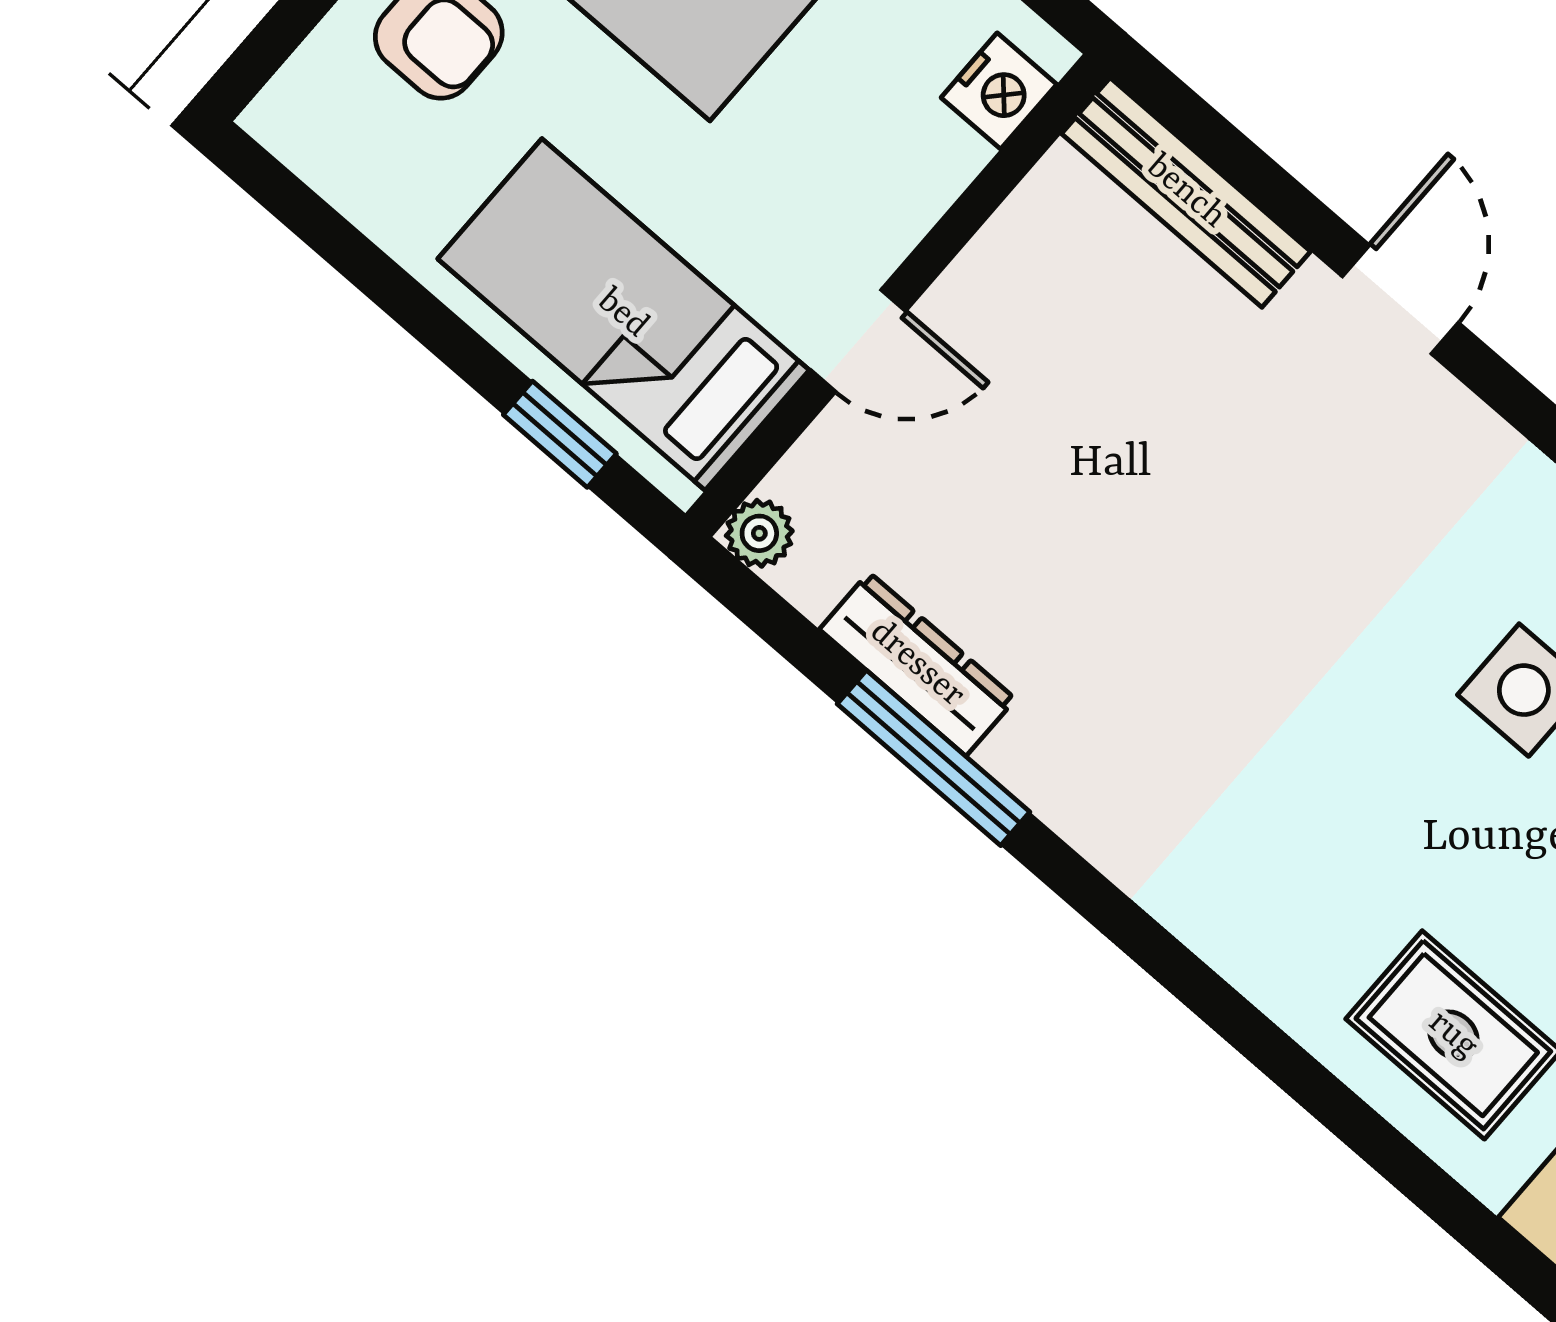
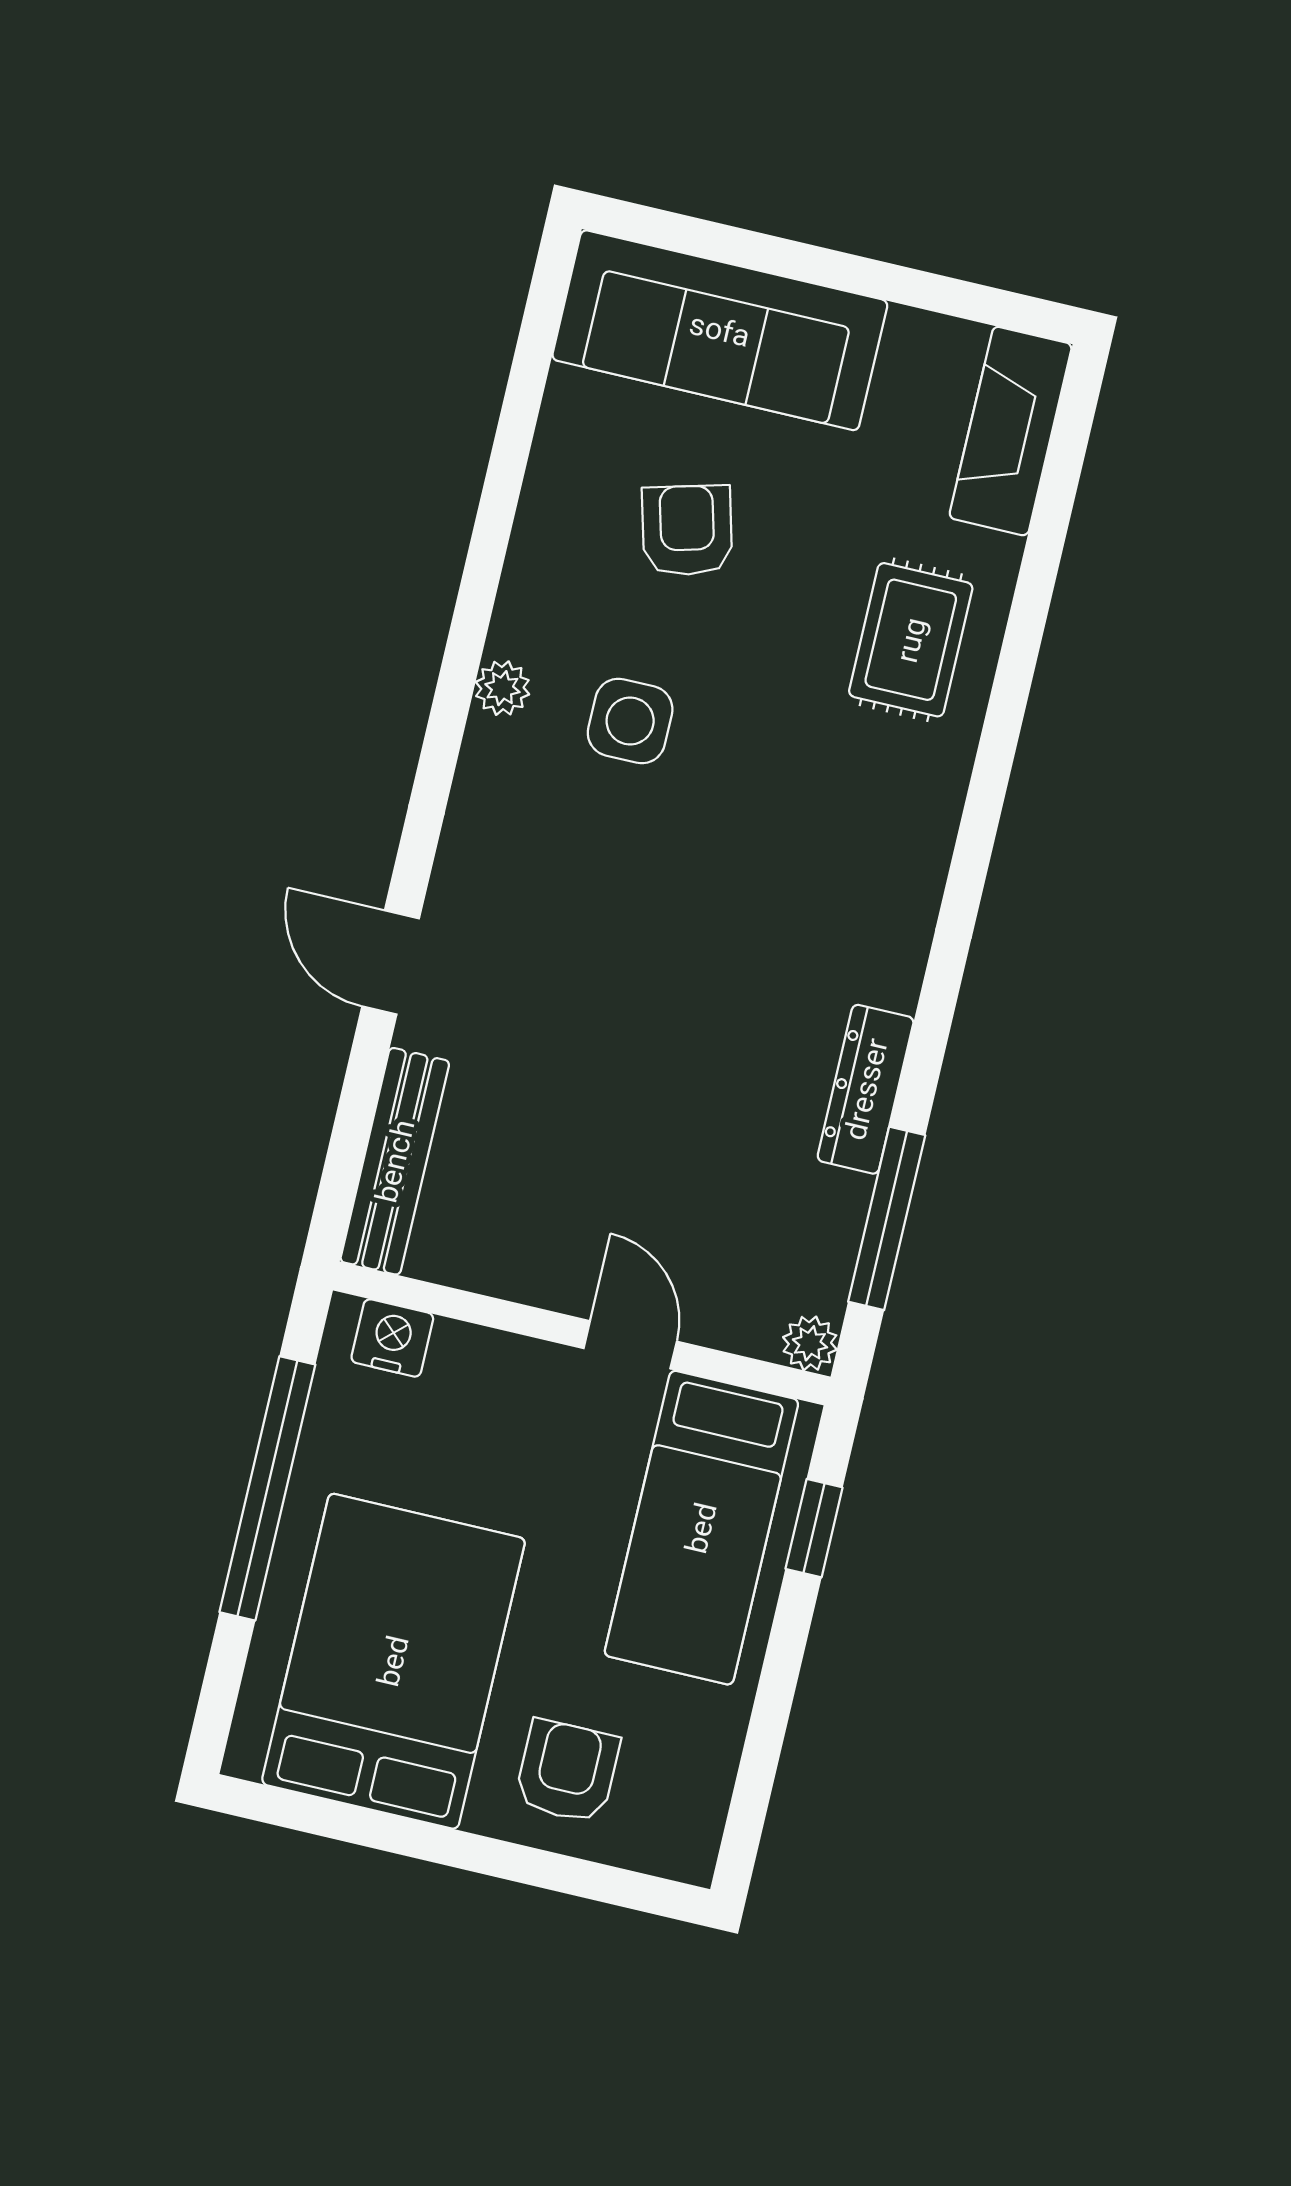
door: (1400, 299) -> (391, 962), hinge flipped
dresser: (917, 664) -> (866, 1089), moved
window: (934, 758) -> (887, 1218), moved

